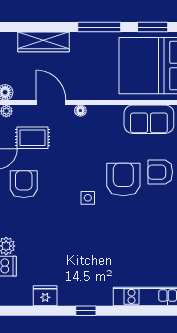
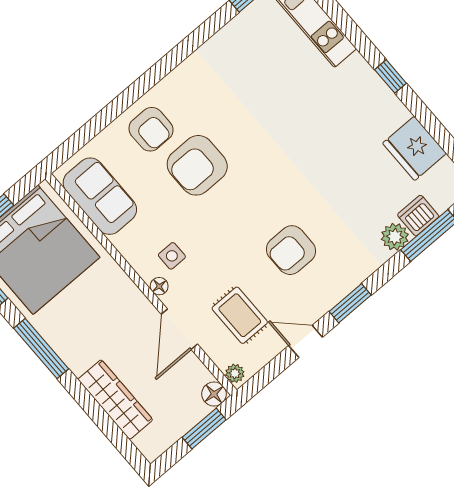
armchair: (24, 184) -> (291, 250), moved
side table: (88, 198) -> (172, 256), moved
fridge: (45, 296) -> (414, 148), width x1.36, depth x1.34

